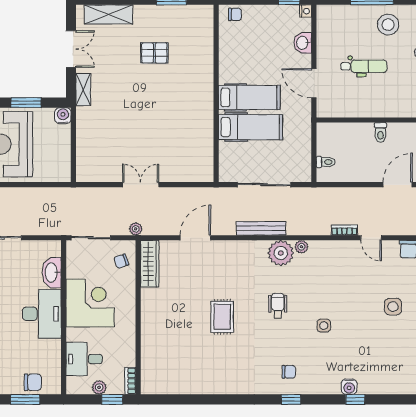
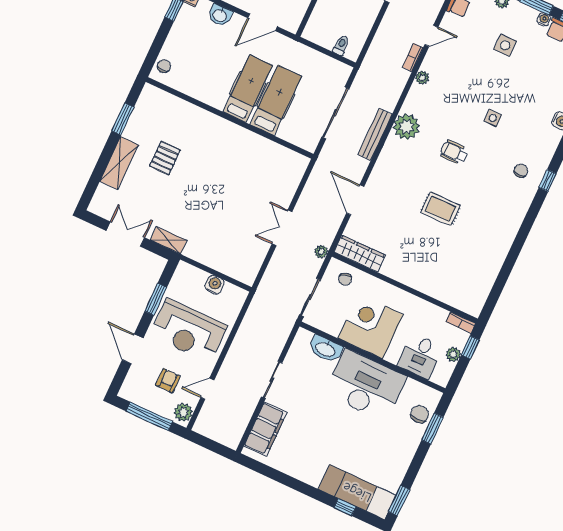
shelving: (109, 14) -> (119, 163), moved
water cooler: (63, 116) -> (214, 285), moved, turned 90
plant: (301, 247) -> (422, 78), moved
desk: (42, 314) -> (366, 385), width x1.36, depth x1.30

